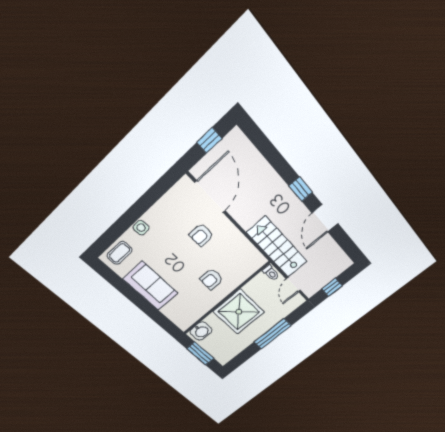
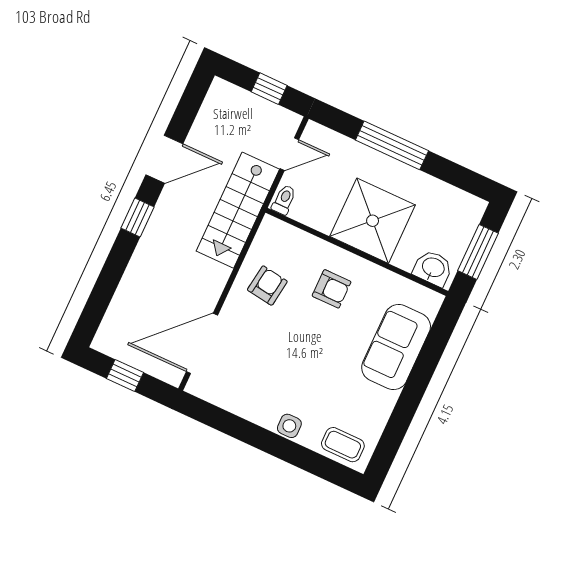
armchair: (201, 235) -> (267, 286), moved, turned -82
sofa: (150, 286) -> (396, 347), moved

